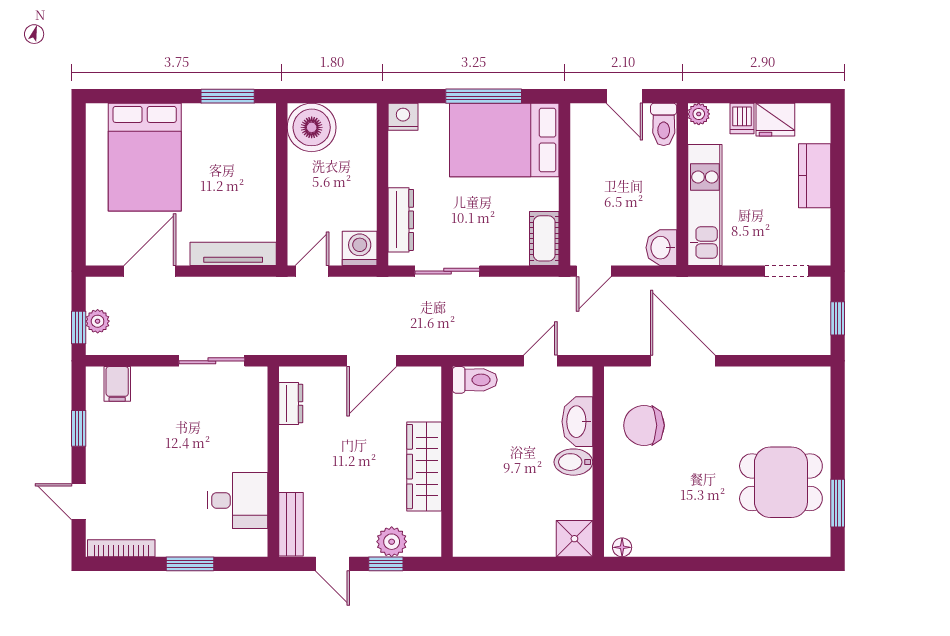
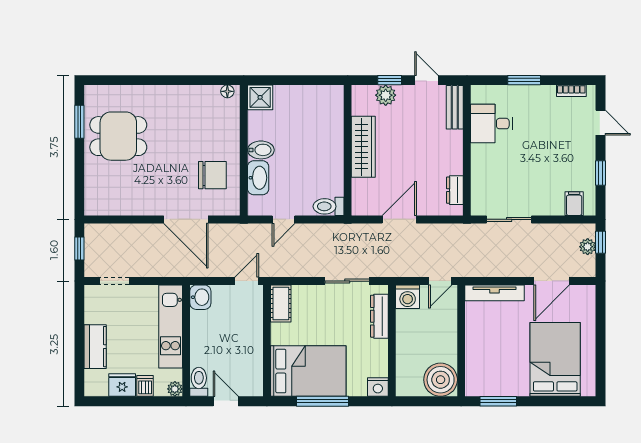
bookcase: (121, 548) -> (571, 91), width x0.64

